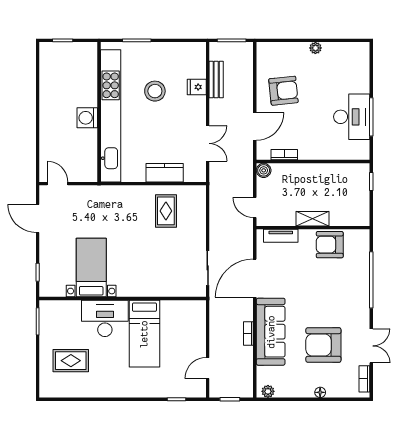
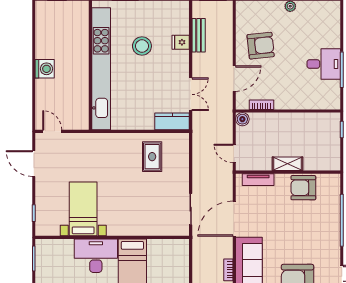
desk: (352, 117) -> (324, 64), width x0.73
washing machine: (87, 118) -> (45, 69), moved, turned 180
kitchen counter: (165, 173) -> (172, 121), moved

